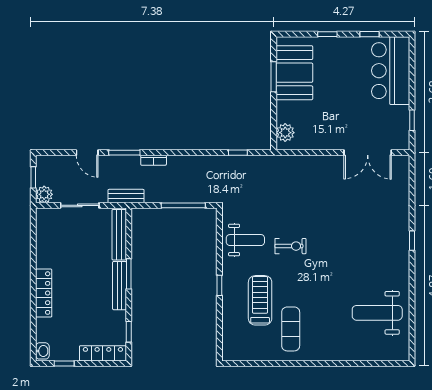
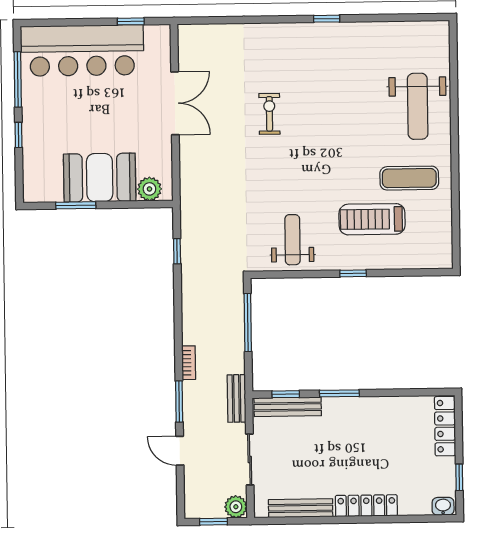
window: (369, 34) -> (18, 79), width x2.17
bar counter: (391, 71) -> (82, 50), width x1.36
booth: (294, 73) -> (100, 178), moved
door: (87, 153) -> (180, 451), swing flipped
double door: (368, 153) -> (175, 103), moved
window: (412, 241) -> (327, 19), moved
exercise bike: (290, 246) -> (269, 114), moved
bench: (119, 286) -> (301, 508), moved
weight bench: (377, 313) -> (418, 106), moved
window: (129, 332) -> (286, 394), moved

